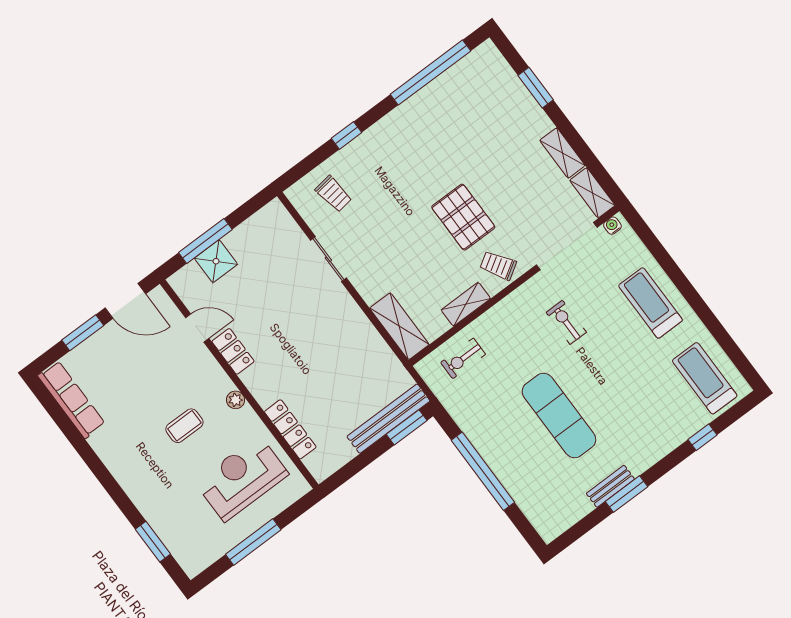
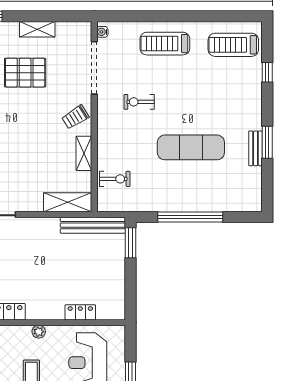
shelving: (592, 193) -> (74, 29), removed
pallet: (463, 217) -> (25, 73), moved
exercise bike: (463, 358) -> (115, 179), turned -90
bench: (388, 419) -> (93, 225), moved, turned 90
locker: (290, 429) -> (80, 312), width x0.66

